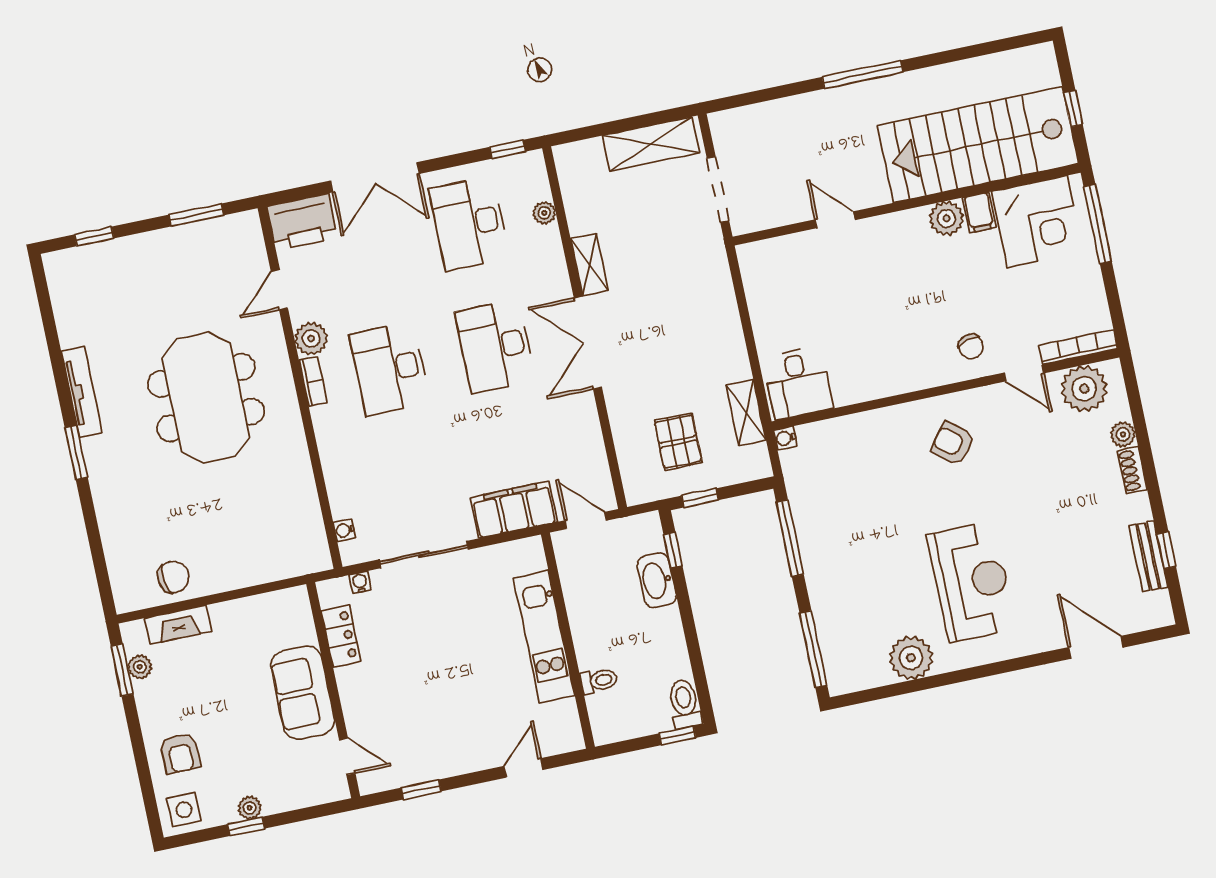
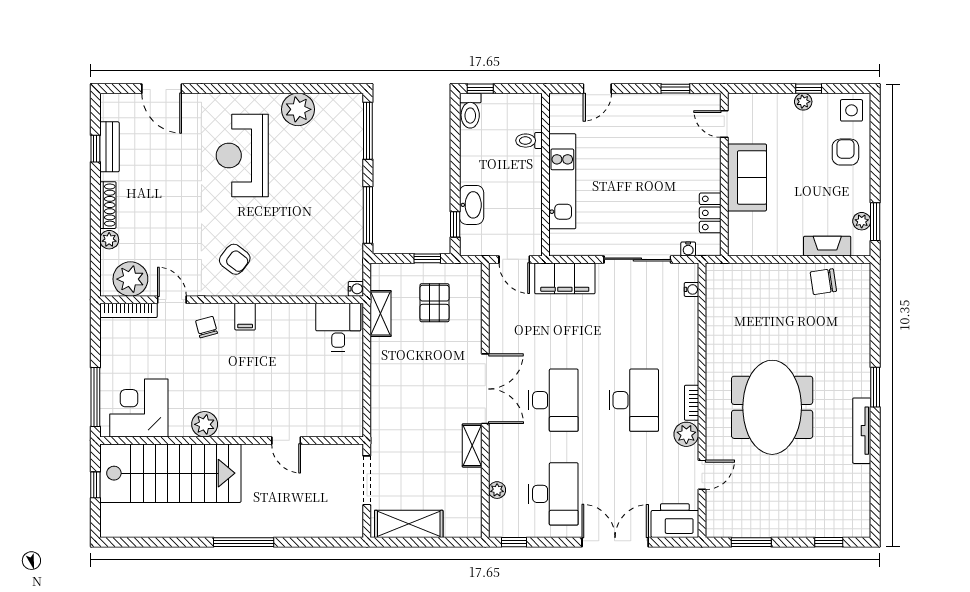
filing cabinet: (979, 213) -> (245, 317), moved, turned 180
shoe rack: (1132, 470) -> (108, 205), width x1.43

